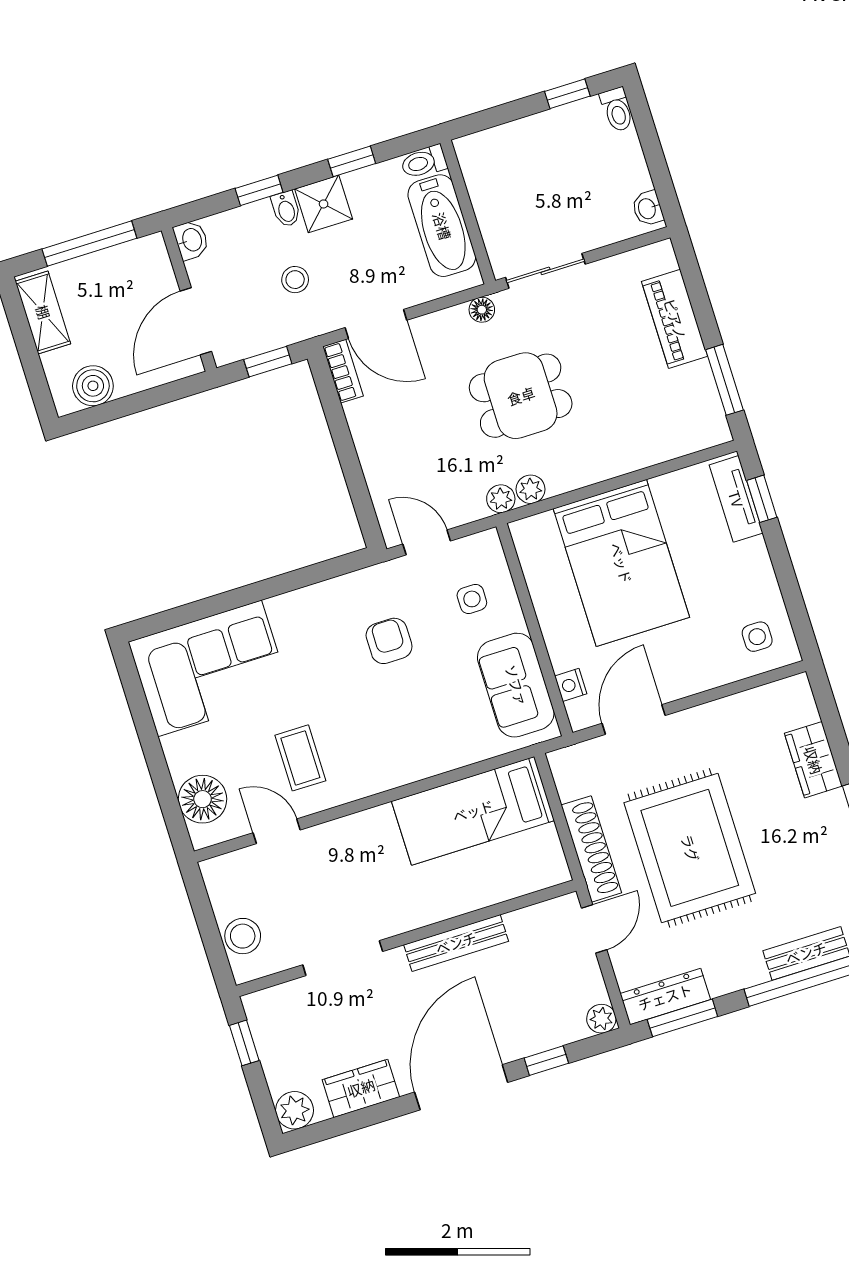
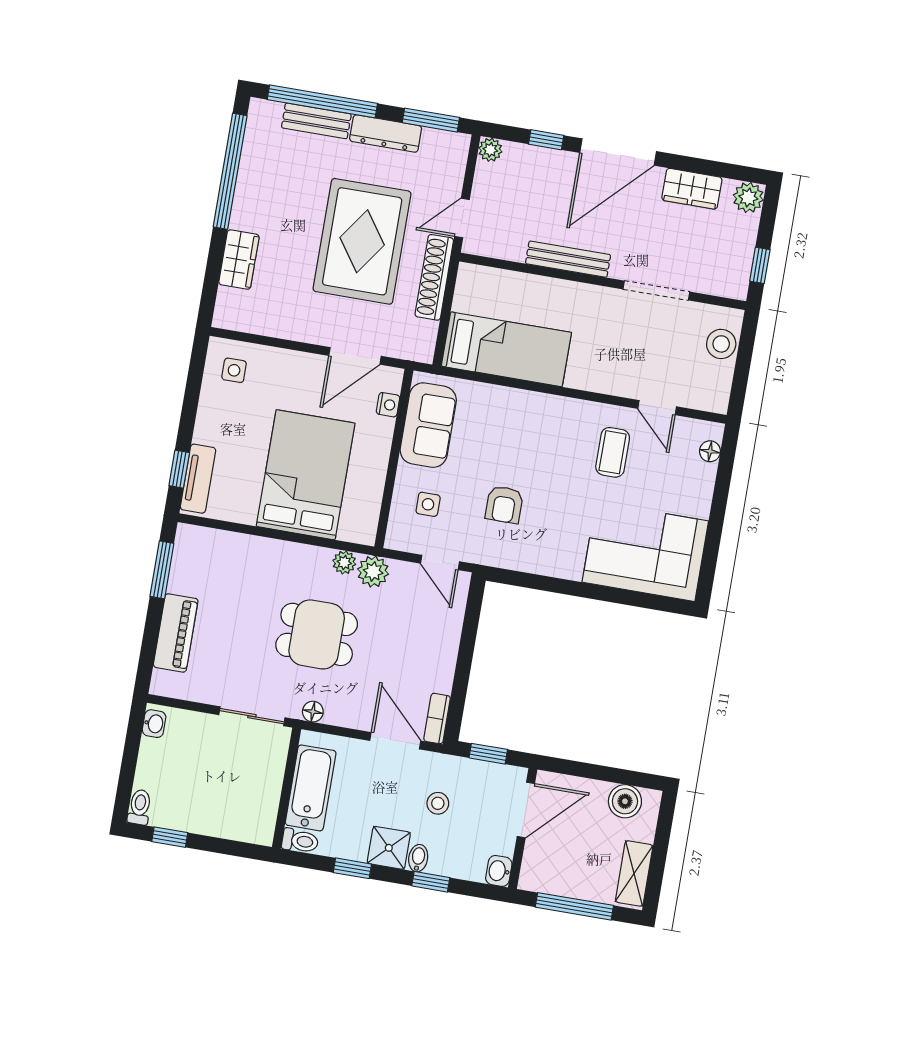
plant: (501, 499) -> (373, 572), width x1.38, depth x1.38
floor lamp: (203, 799) -> (710, 451), width x0.53, depth x0.53
dresser: (665, 997) -> (386, 134), moved

